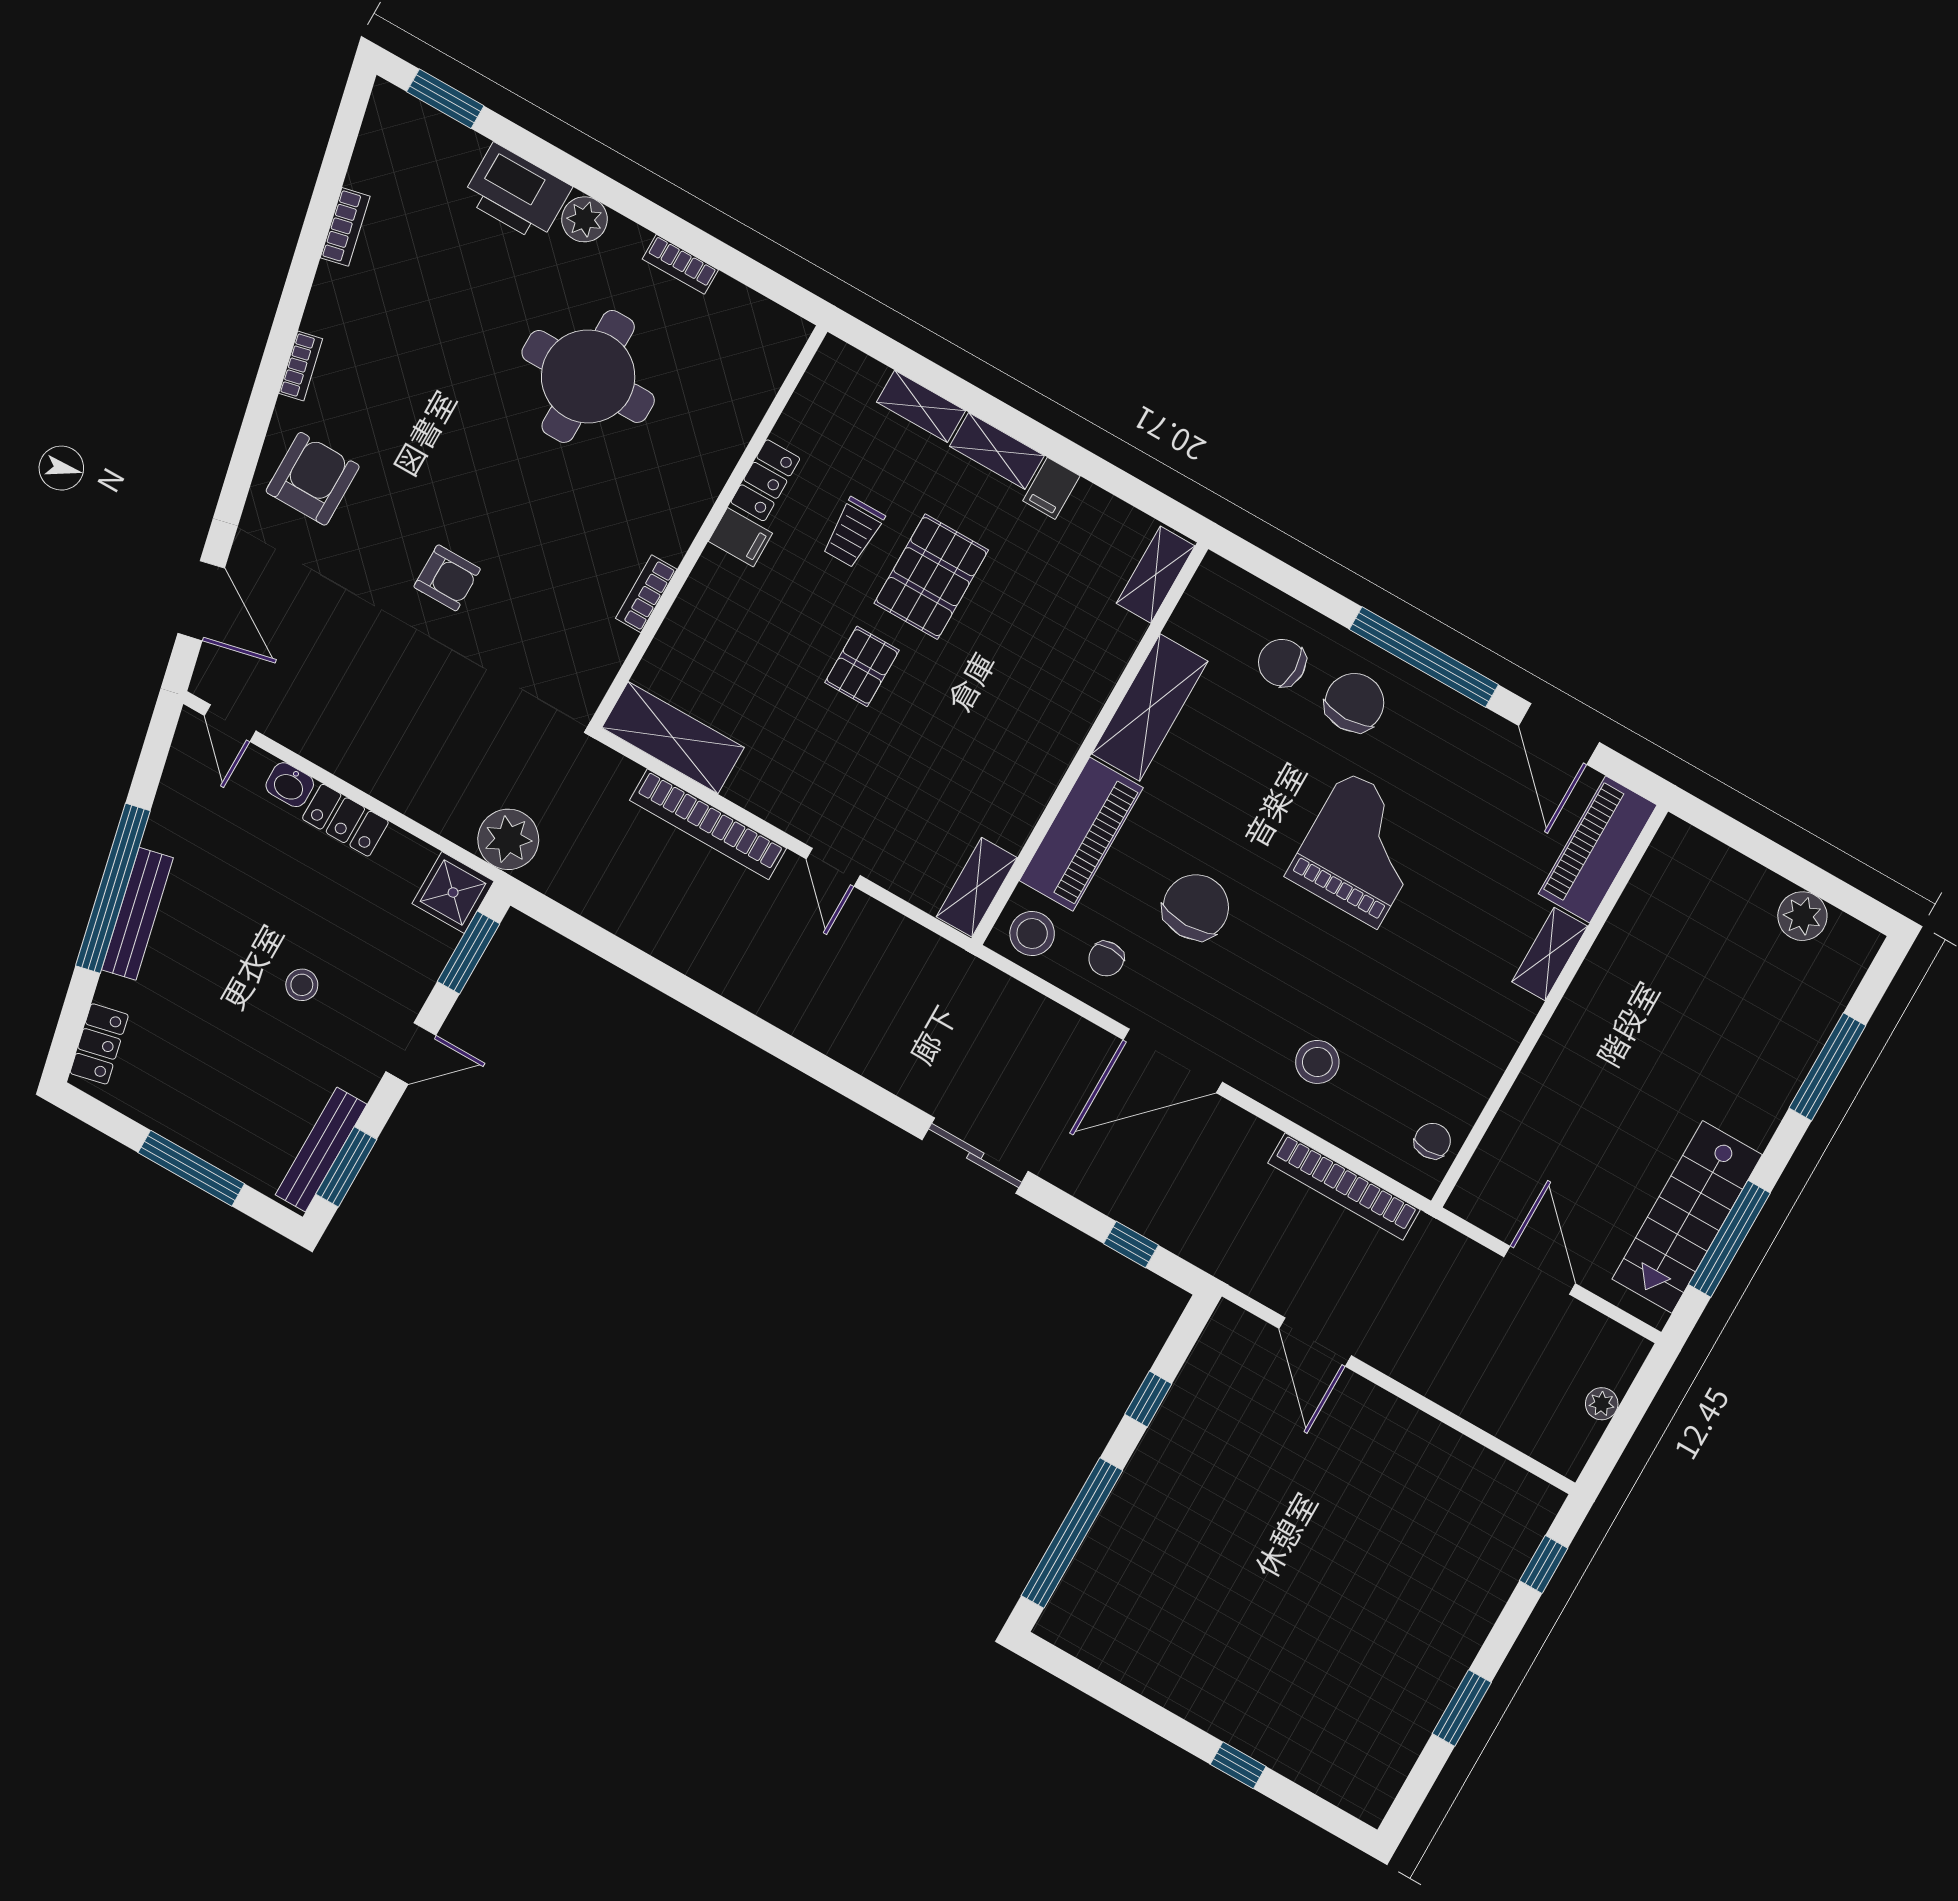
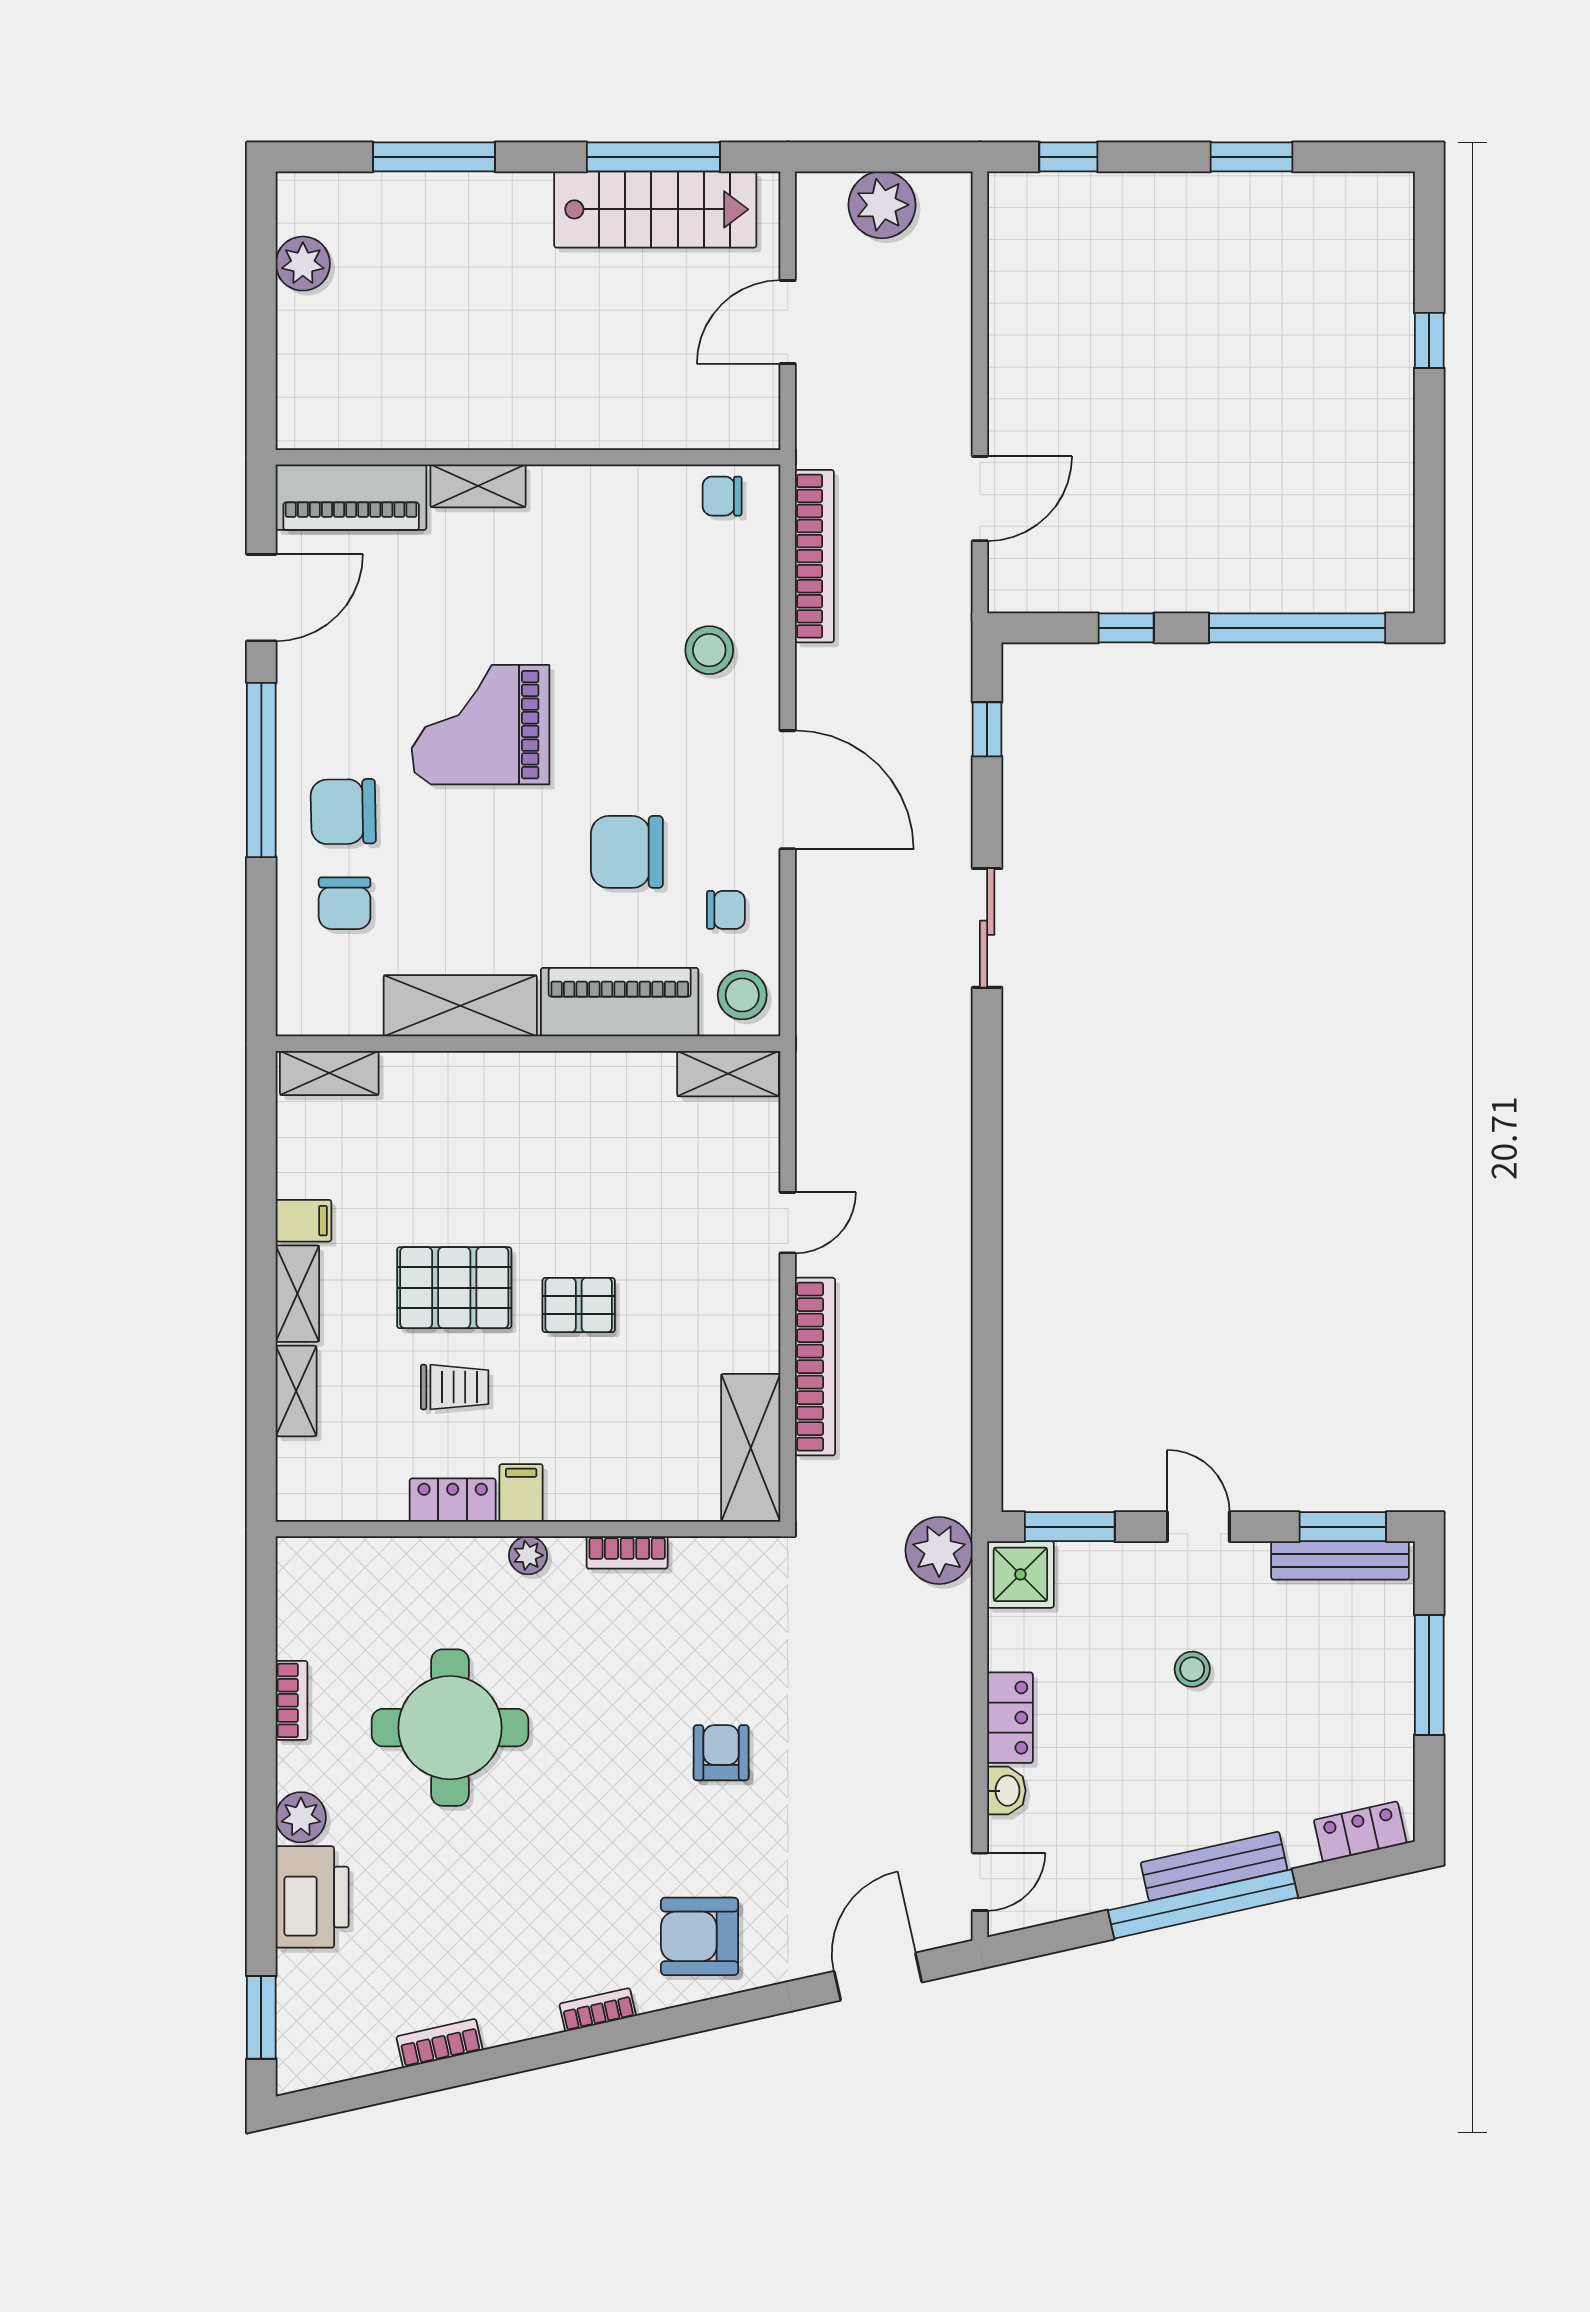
plant: (688, 515) -> (528, 1555), added
plant: (1602, 1404) -> (882, 205), width x1.87, depth x1.87

